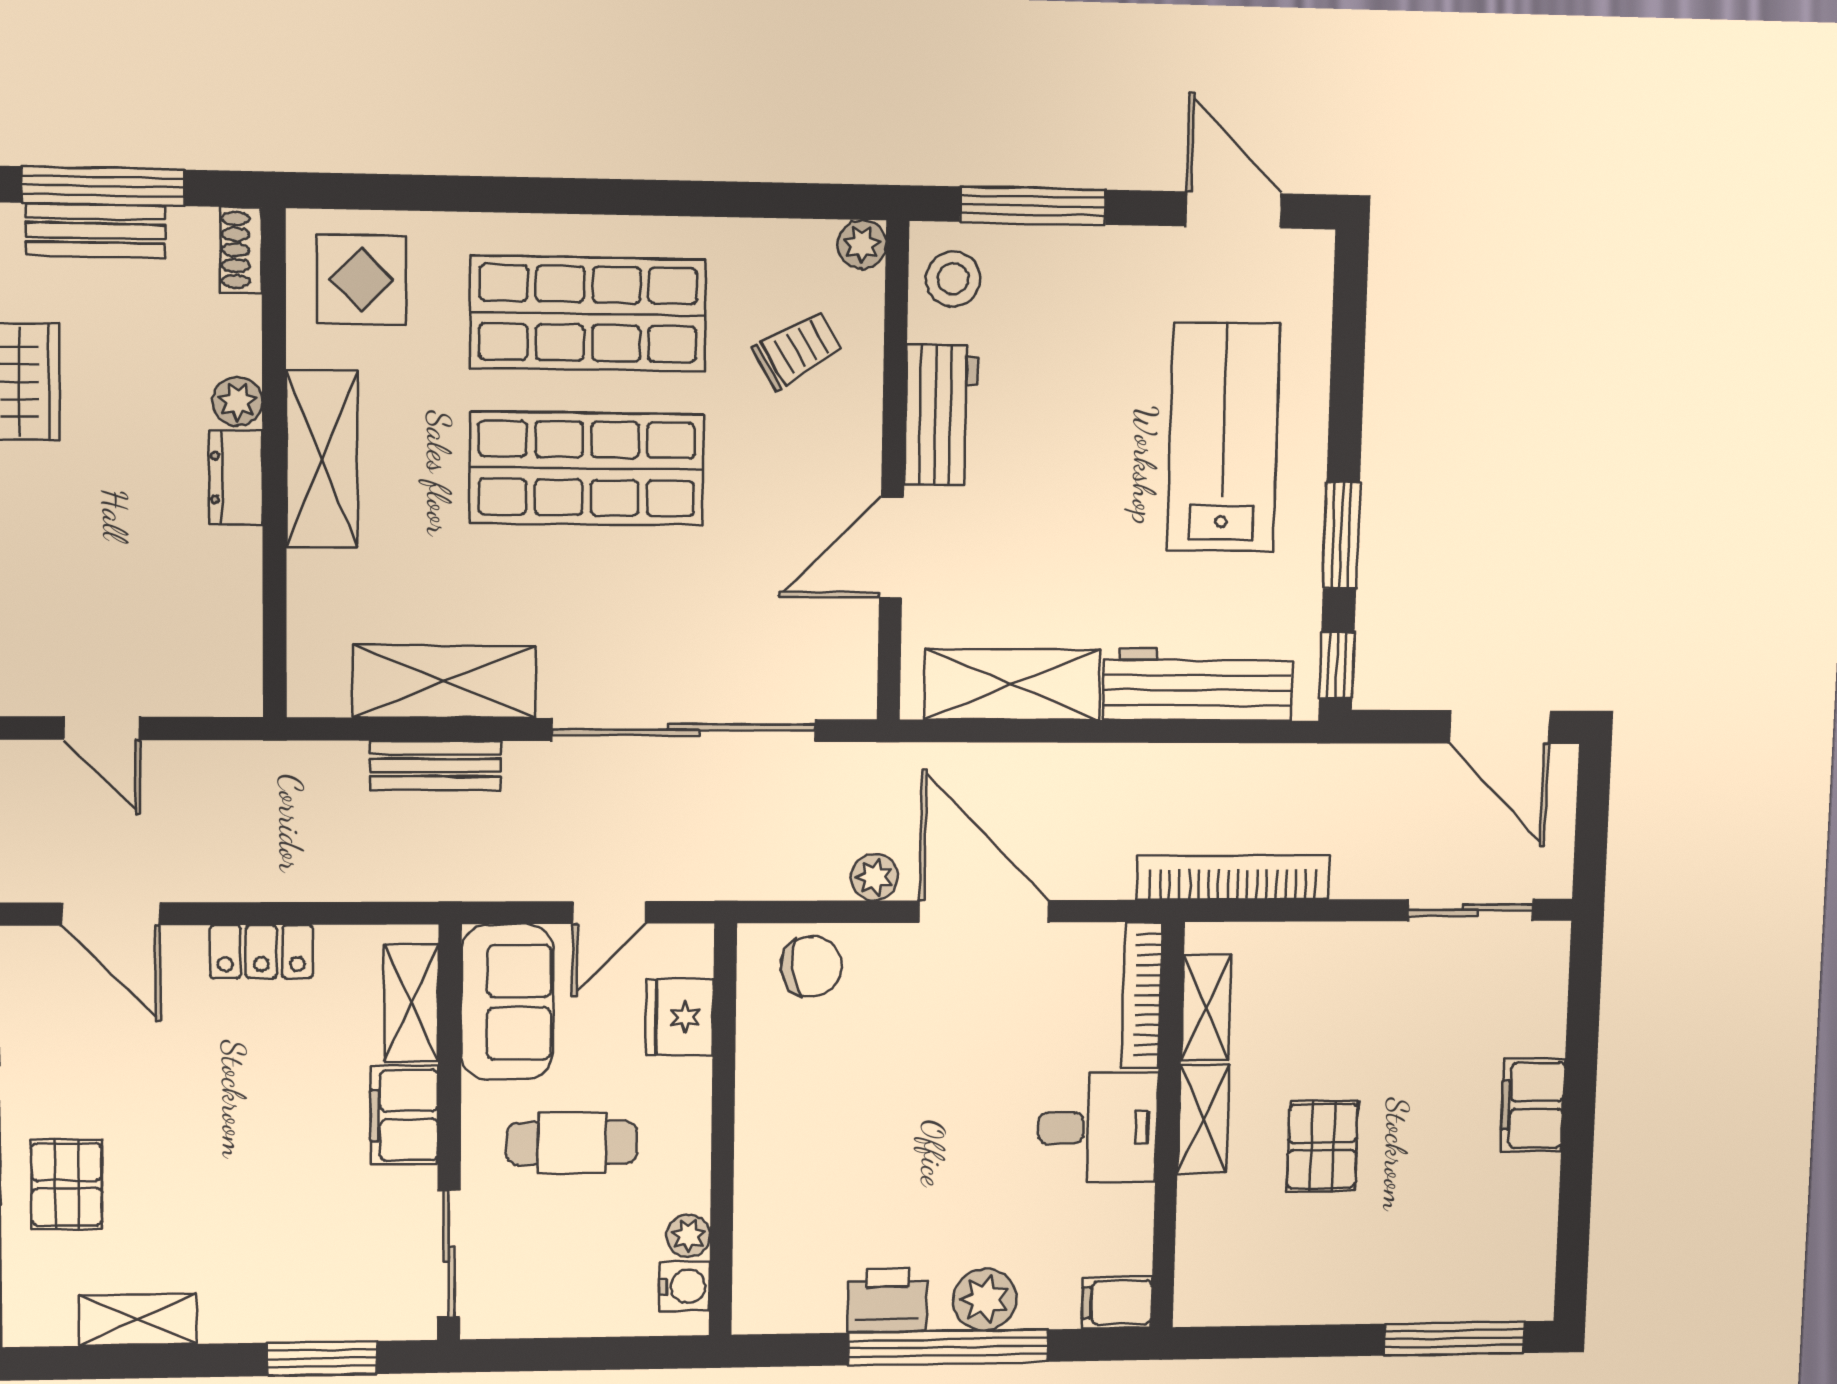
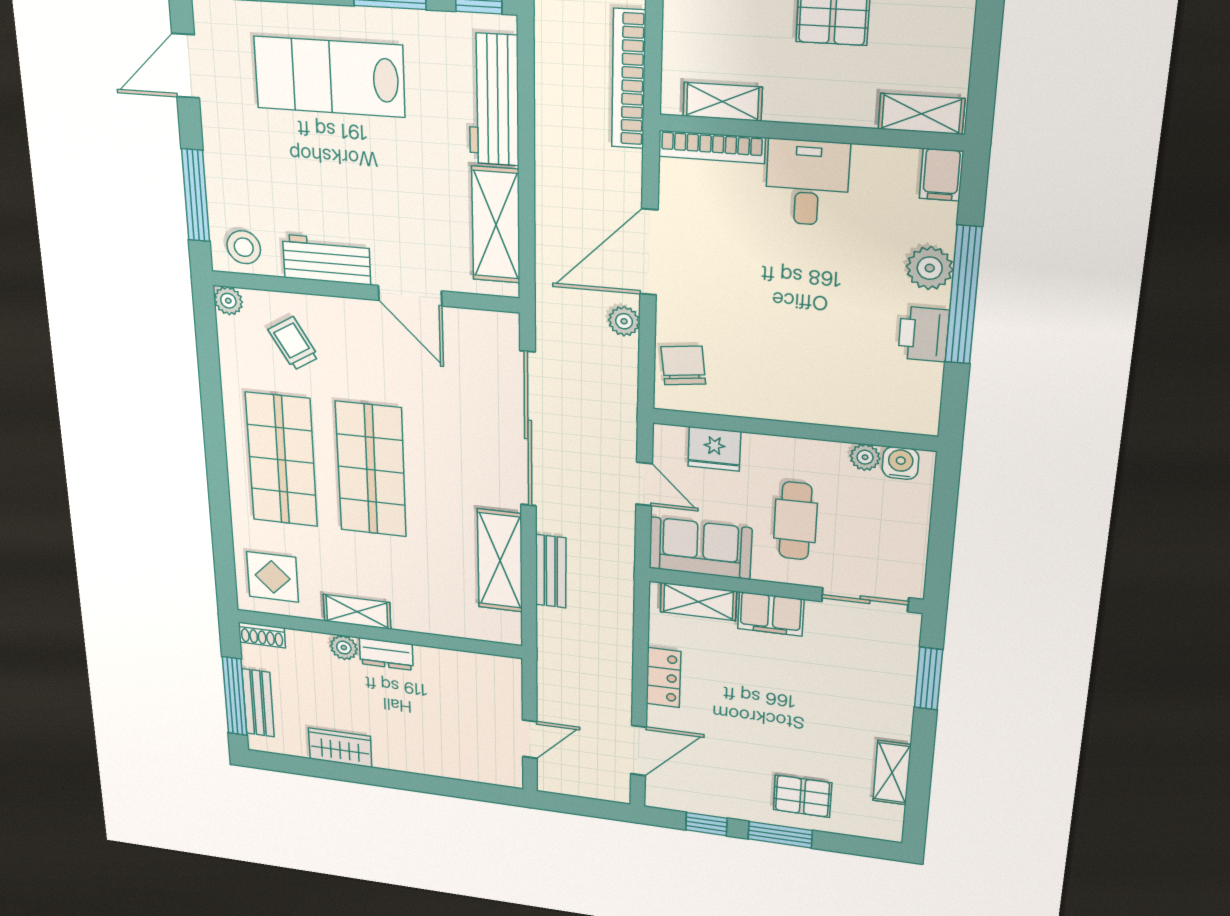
shelving: (322, 459) -> (357, 612), width x0.67, depth x0.75
shelving: (1203, 1119) -> (921, 114), moved

